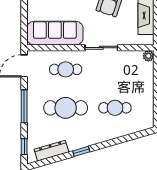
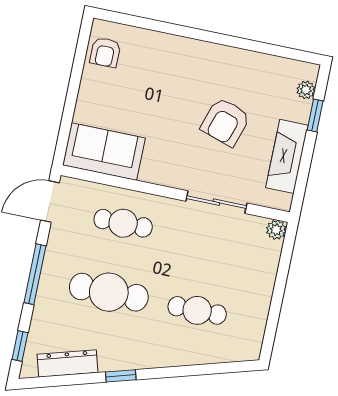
sofa: (55, 33) -> (104, 152), width x0.73
sliding door: (101, 48) -> (216, 202), moved

